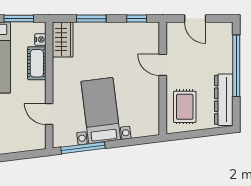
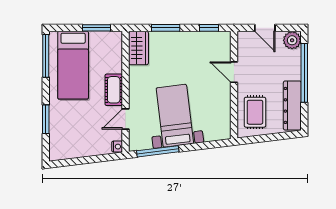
plant: (224, 32) -> (292, 40), added
nightstand: (40, 40) -> (117, 147), moved
cot: (37, 63) -> (114, 90), moved
door: (49, 114) -> (126, 119), hinge flipped

